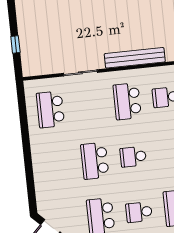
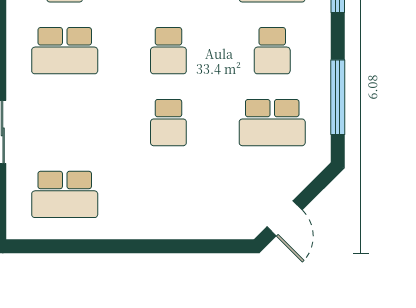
school desk: (95, 161) -> (168, 123), width x0.54

